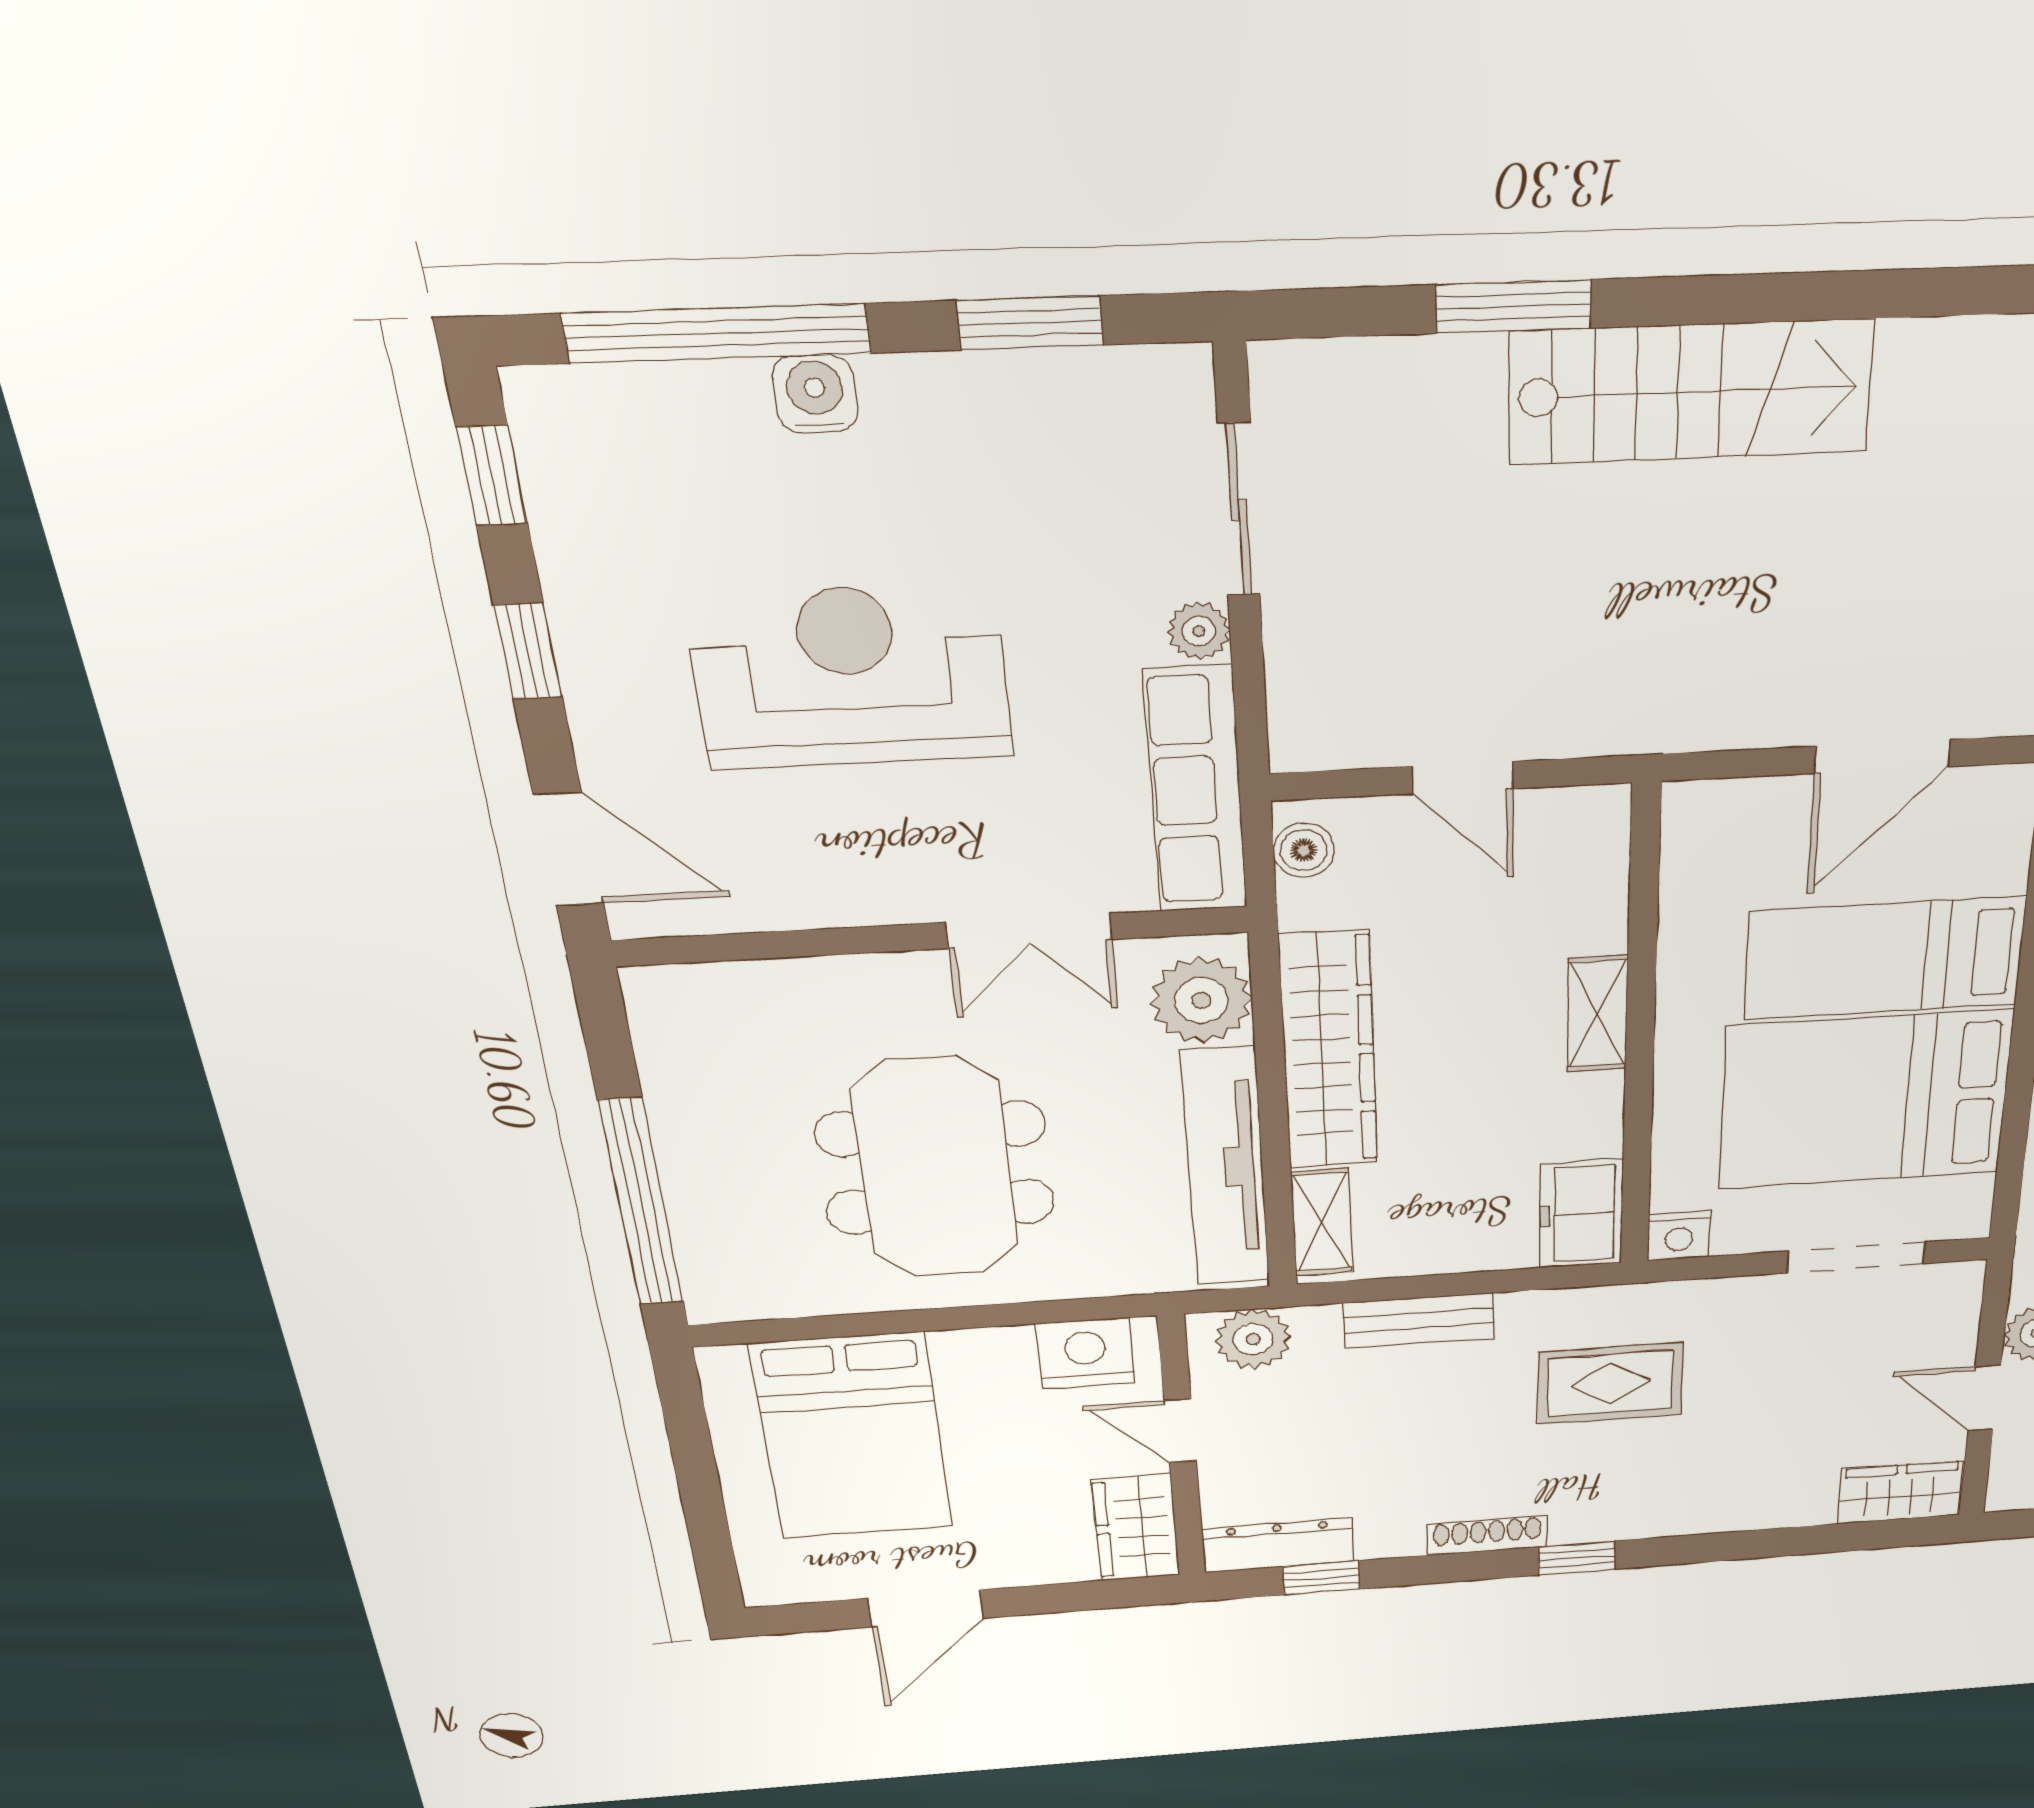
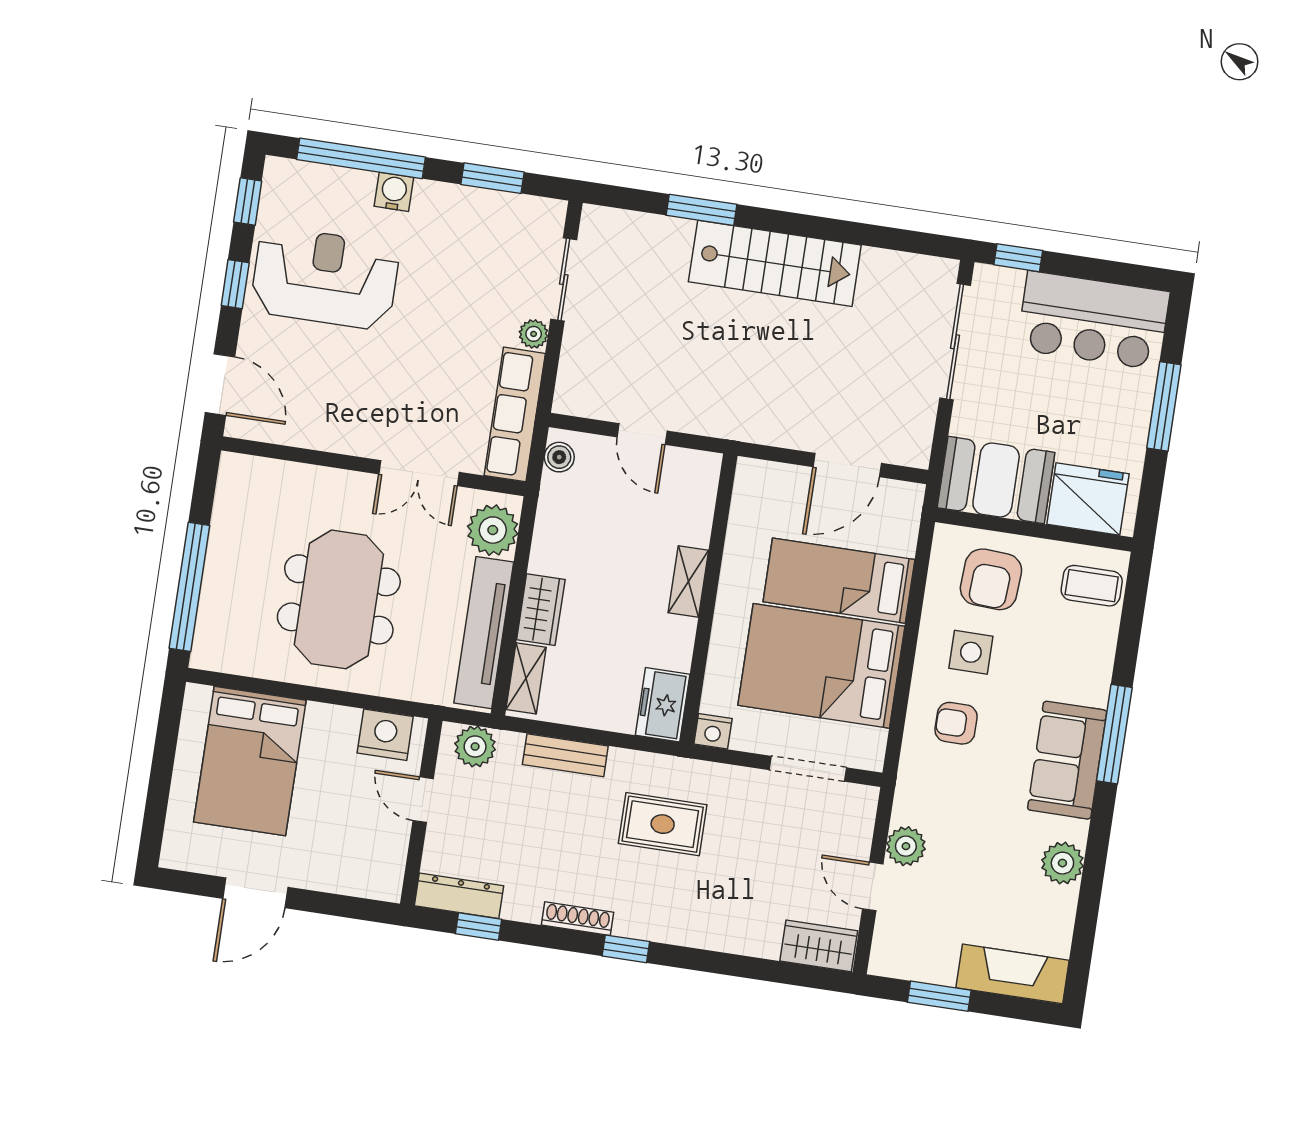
reception desk: (851, 677) -> (325, 278), moved
wardrobe: (1329, 1051) -> (541, 610), width x0.48, depth x0.85
wardrobe: (1136, 1528) -> (384, 863), removed

